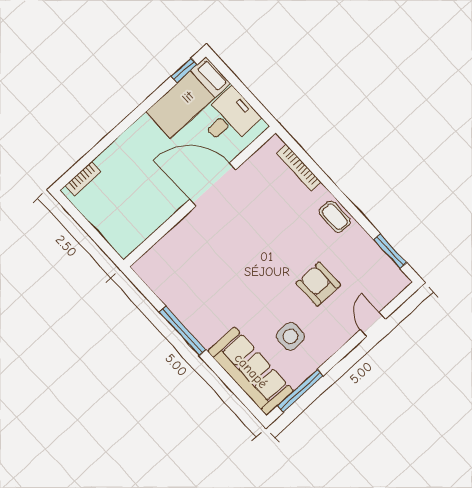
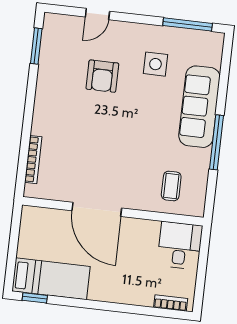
desk: (229, 118) -> (180, 245), moved, turned 90
coffee table: (335, 217) -> (171, 186), moved
sofa: (251, 371) -> (199, 107), moved

